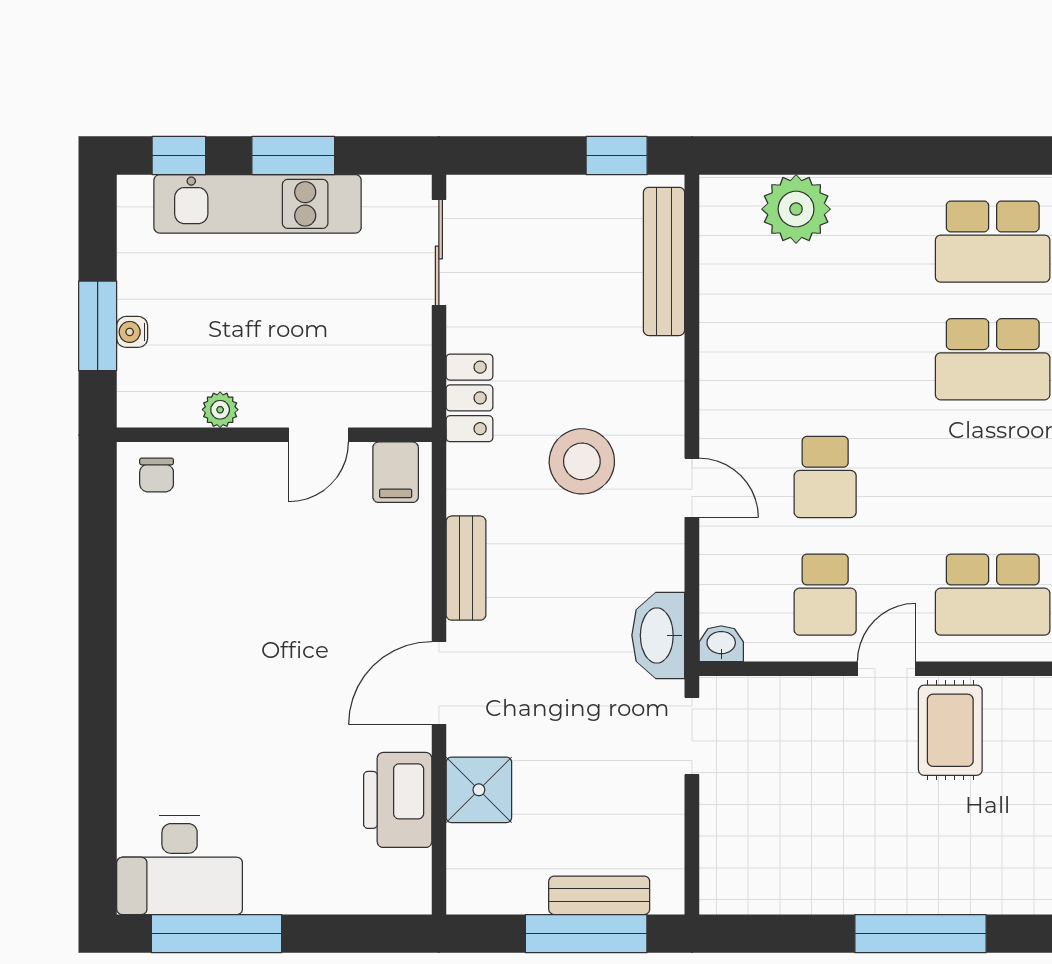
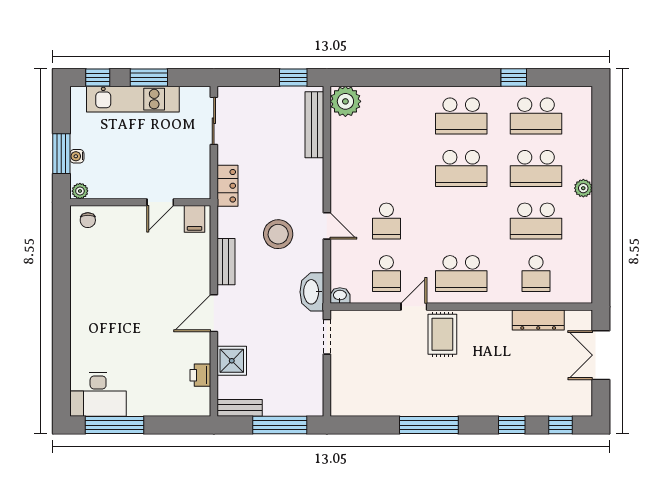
plant: (796, 209) -> (345, 101), moved
plant: (220, 410) -> (80, 191), moved
stool: (582, 461) -> (278, 234), moved
printer: (398, 800) -> (200, 375), width x0.53, depth x0.68
bench: (599, 895) -> (240, 408), moved

